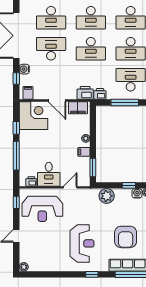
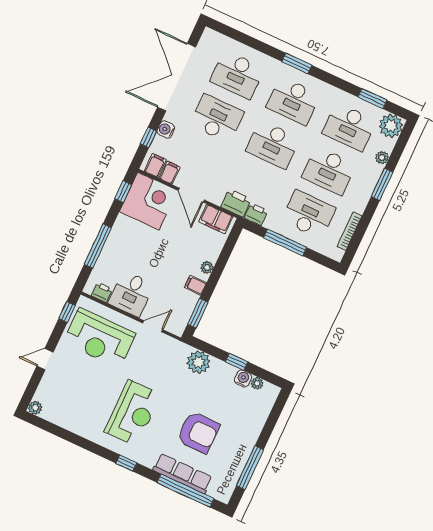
filing cabinet: (38, 93) -> (170, 173), added
window: (16, 128) -> (123, 192), moved
armchair: (126, 237) -> (198, 432), turned -90

